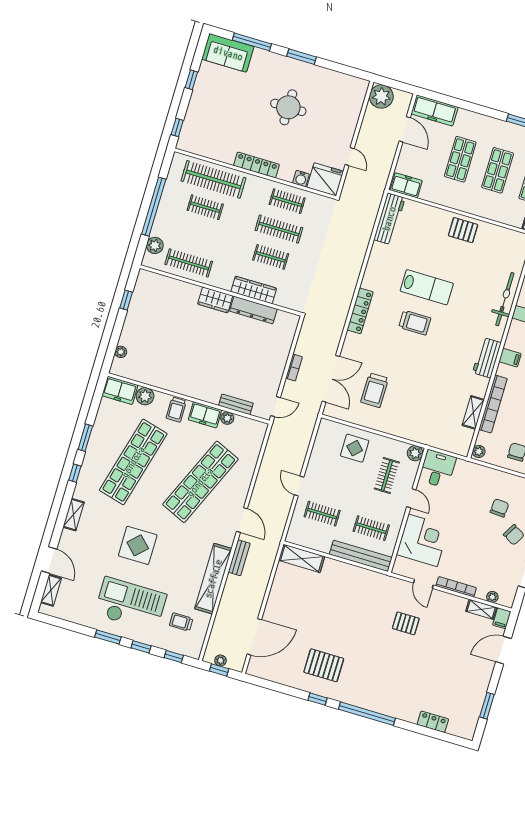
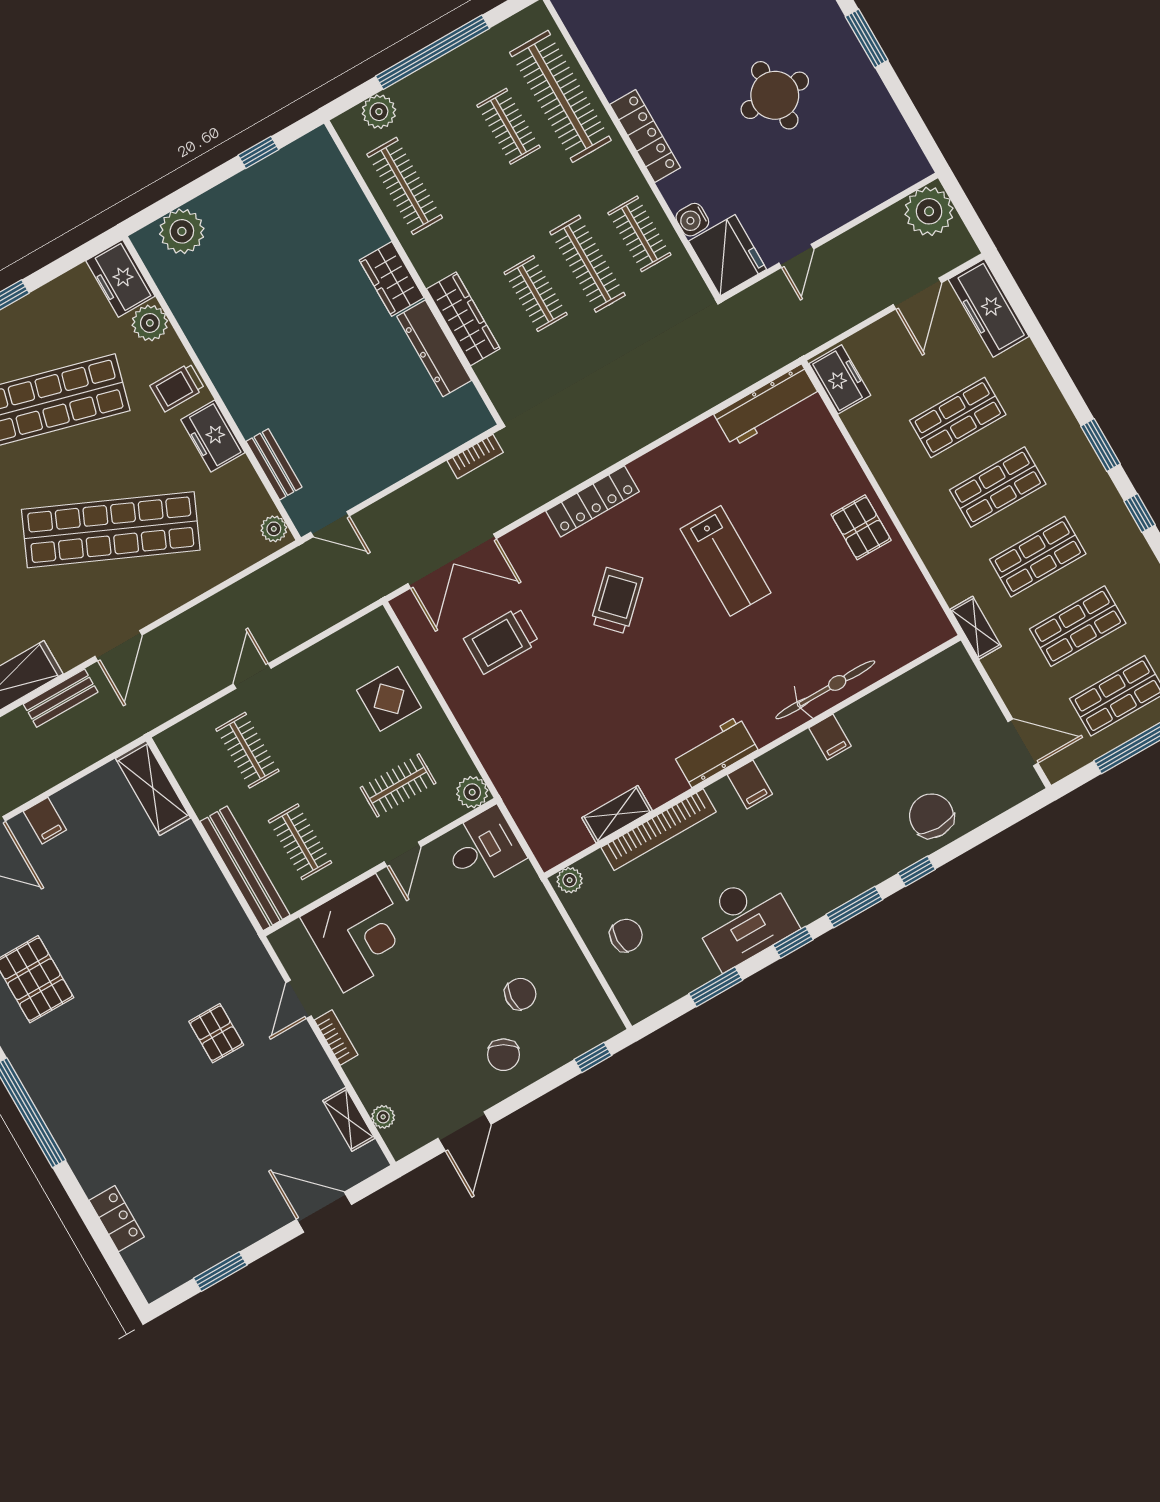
trolley: (415, 323) -> (617, 601), moved, turned -134
plant: (121, 352) -> (182, 231), width x1.87, depth x1.87
bookcase: (294, 368) -> (475, 456), moved
plant: (227, 418) -> (274, 529), moved
bookcase: (456, 587) -> (336, 1037), width x0.64
filing cabinet: (502, 618) -> (45, 821), moved, turned -90

